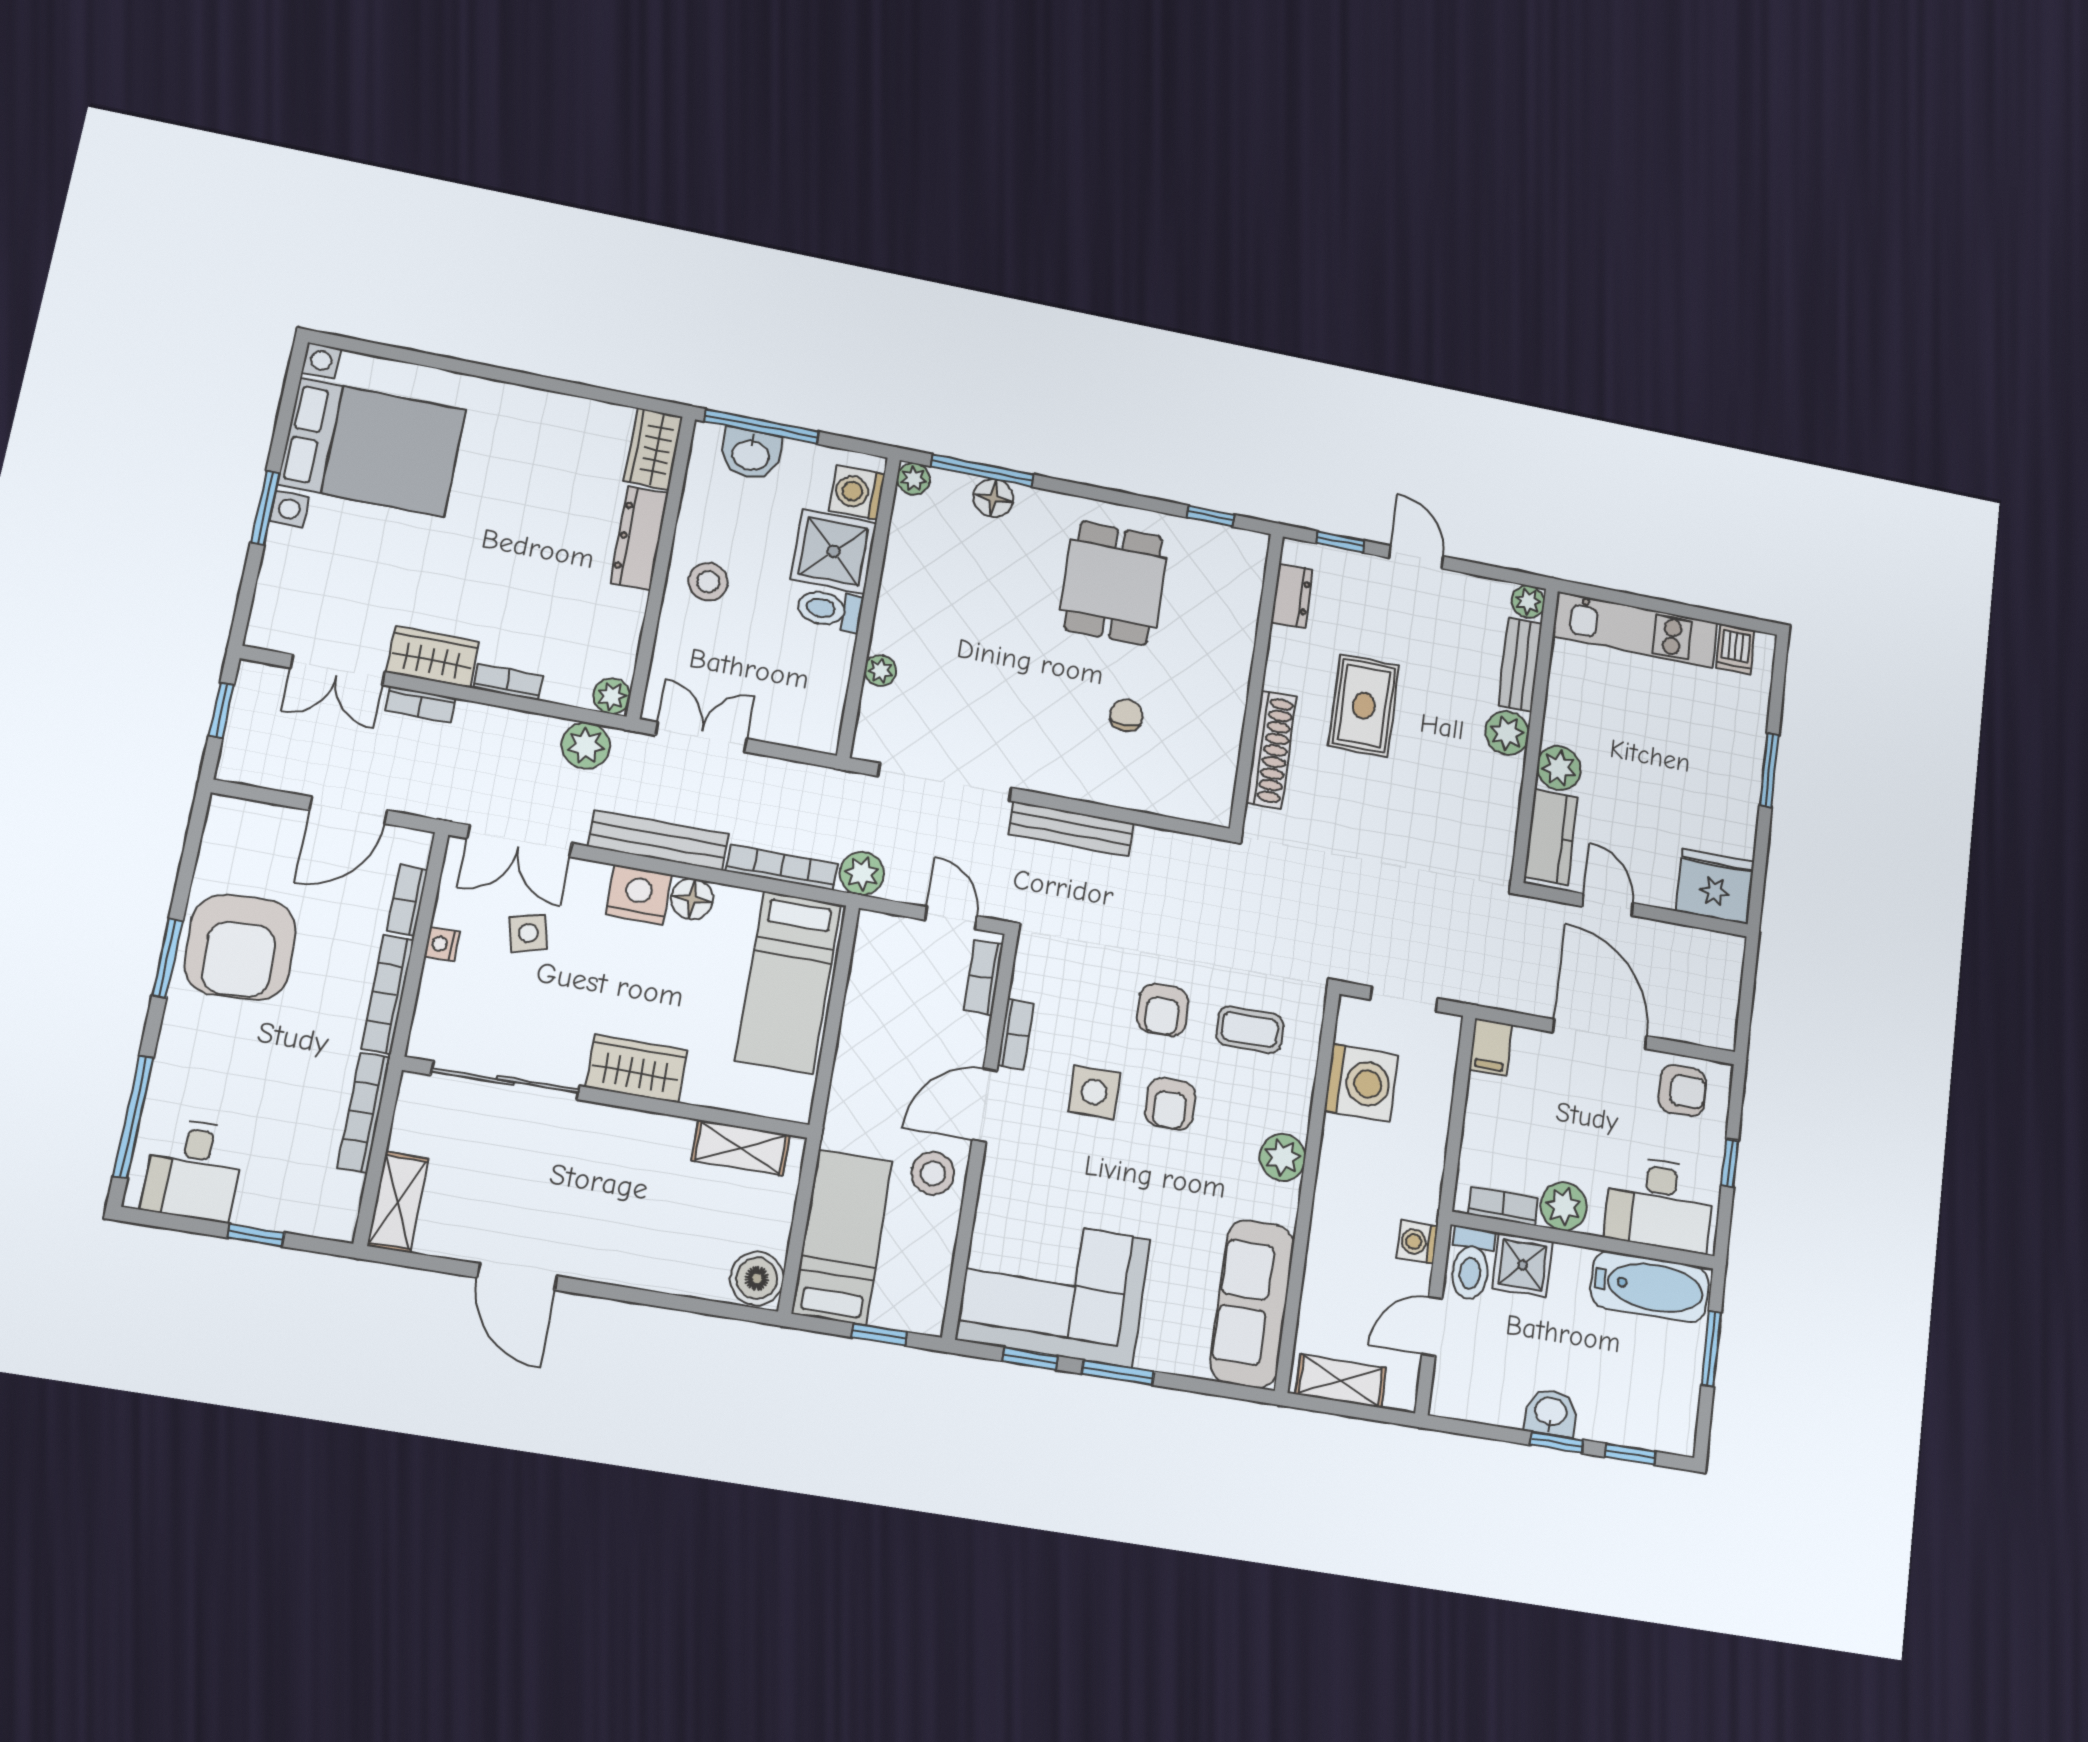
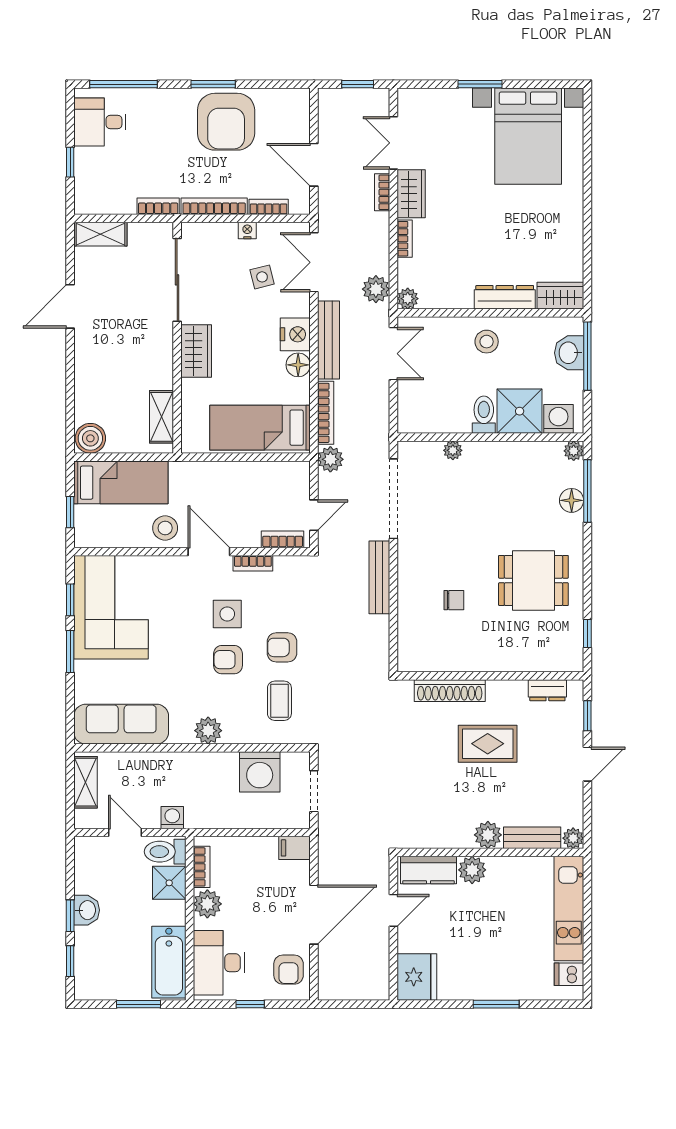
armchair: (240, 947) -> (226, 122), turned -87
bookcase: (364, 1113) -> (158, 206), width x0.64

